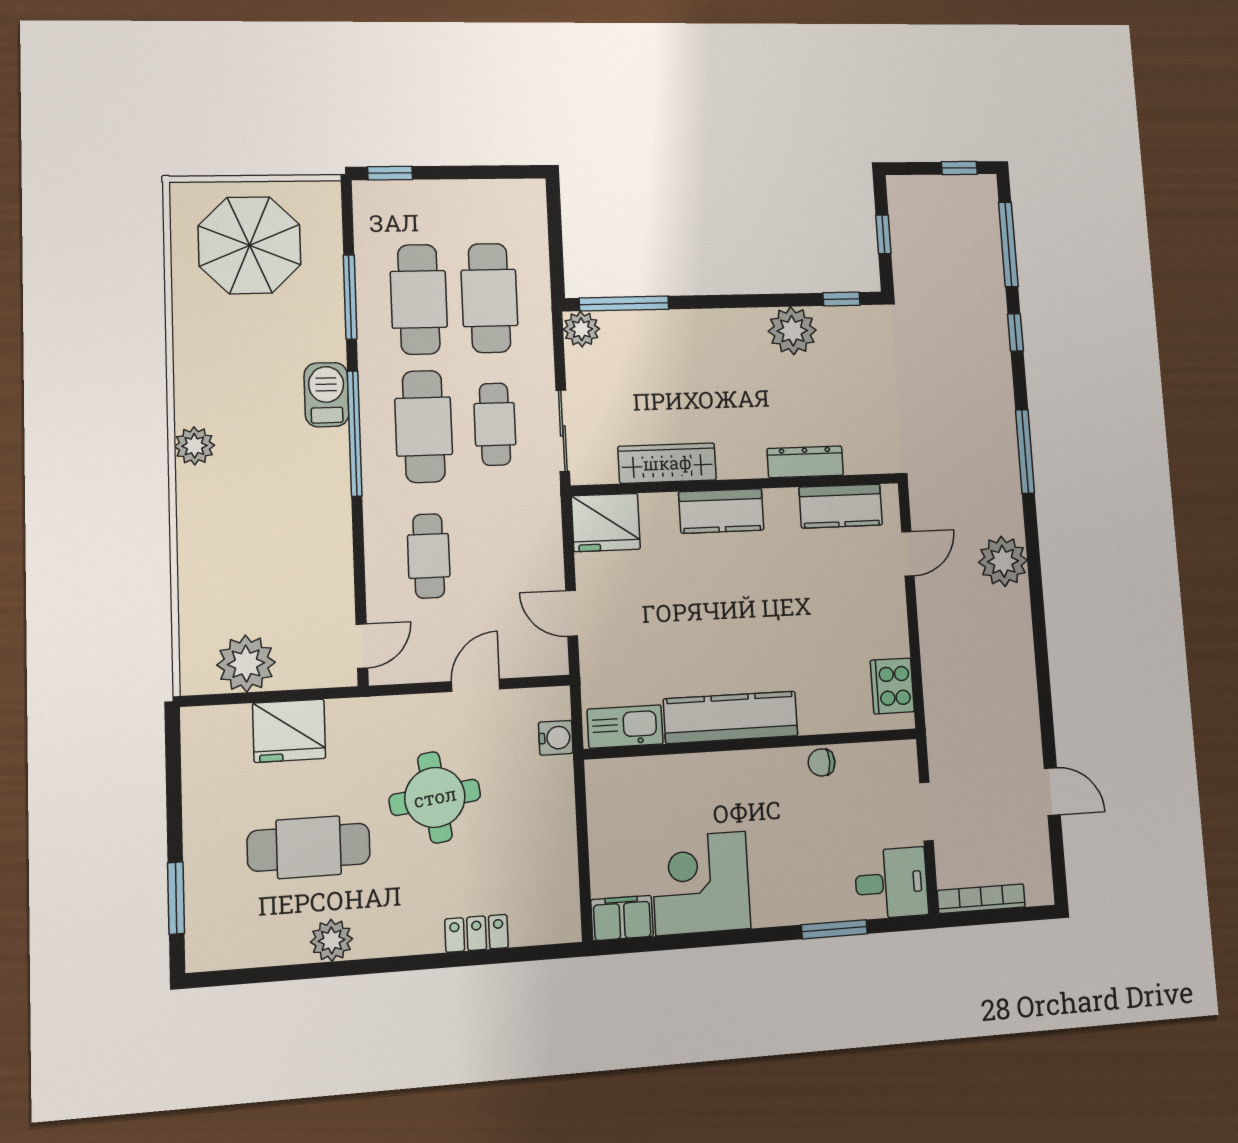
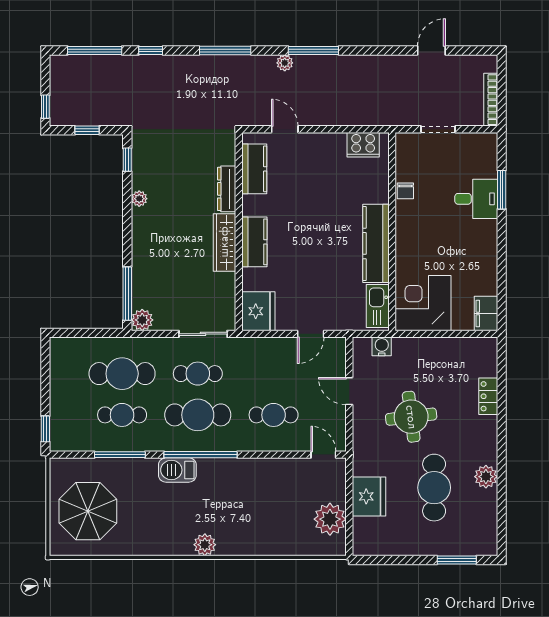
window: (959, 168) -> (45, 107), moved
cafe table: (419, 299) -> (122, 415), width x0.73, depth x0.74
plant: (792, 331) -> (139, 199), width x0.53, depth x0.53
wardrobe: (667, 463) -> (224, 242), moved
plant: (1003, 561) -> (285, 63), width x0.53, depth x0.53
window: (1037, 595) -> (313, 51), added
corner desk: (701, 883) -> (423, 303), moved, turned 90
desk: (891, 883) -> (476, 199), moved, turned 90

